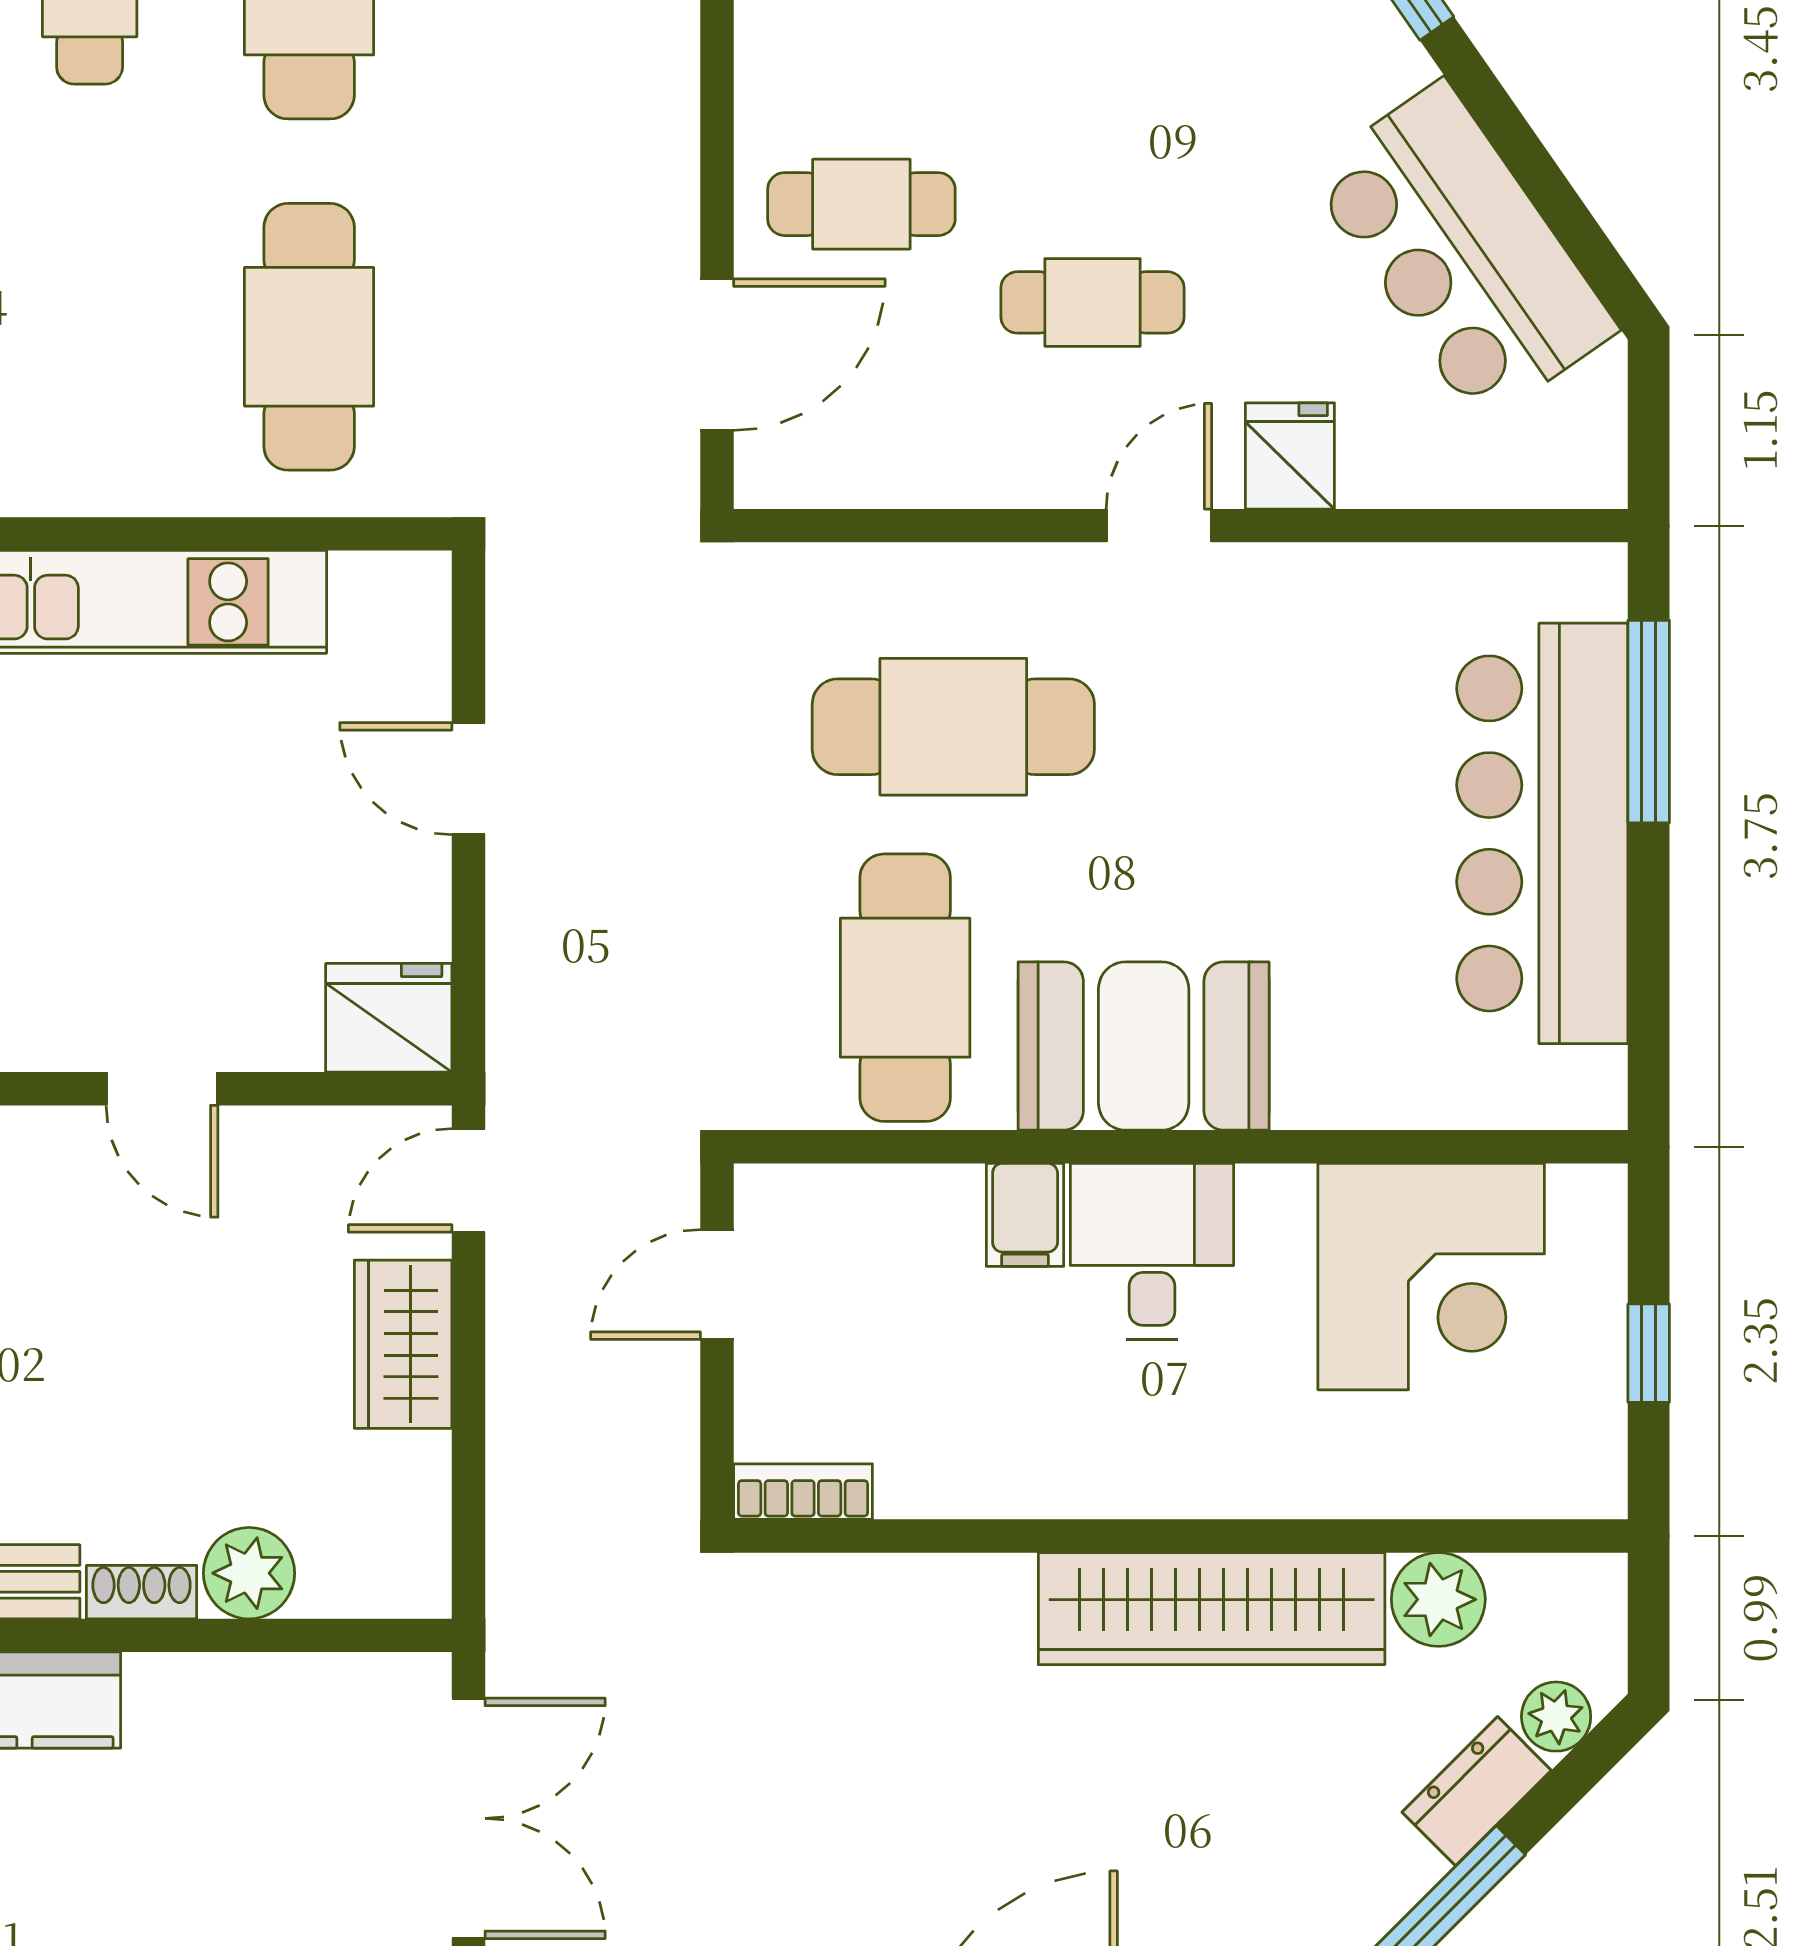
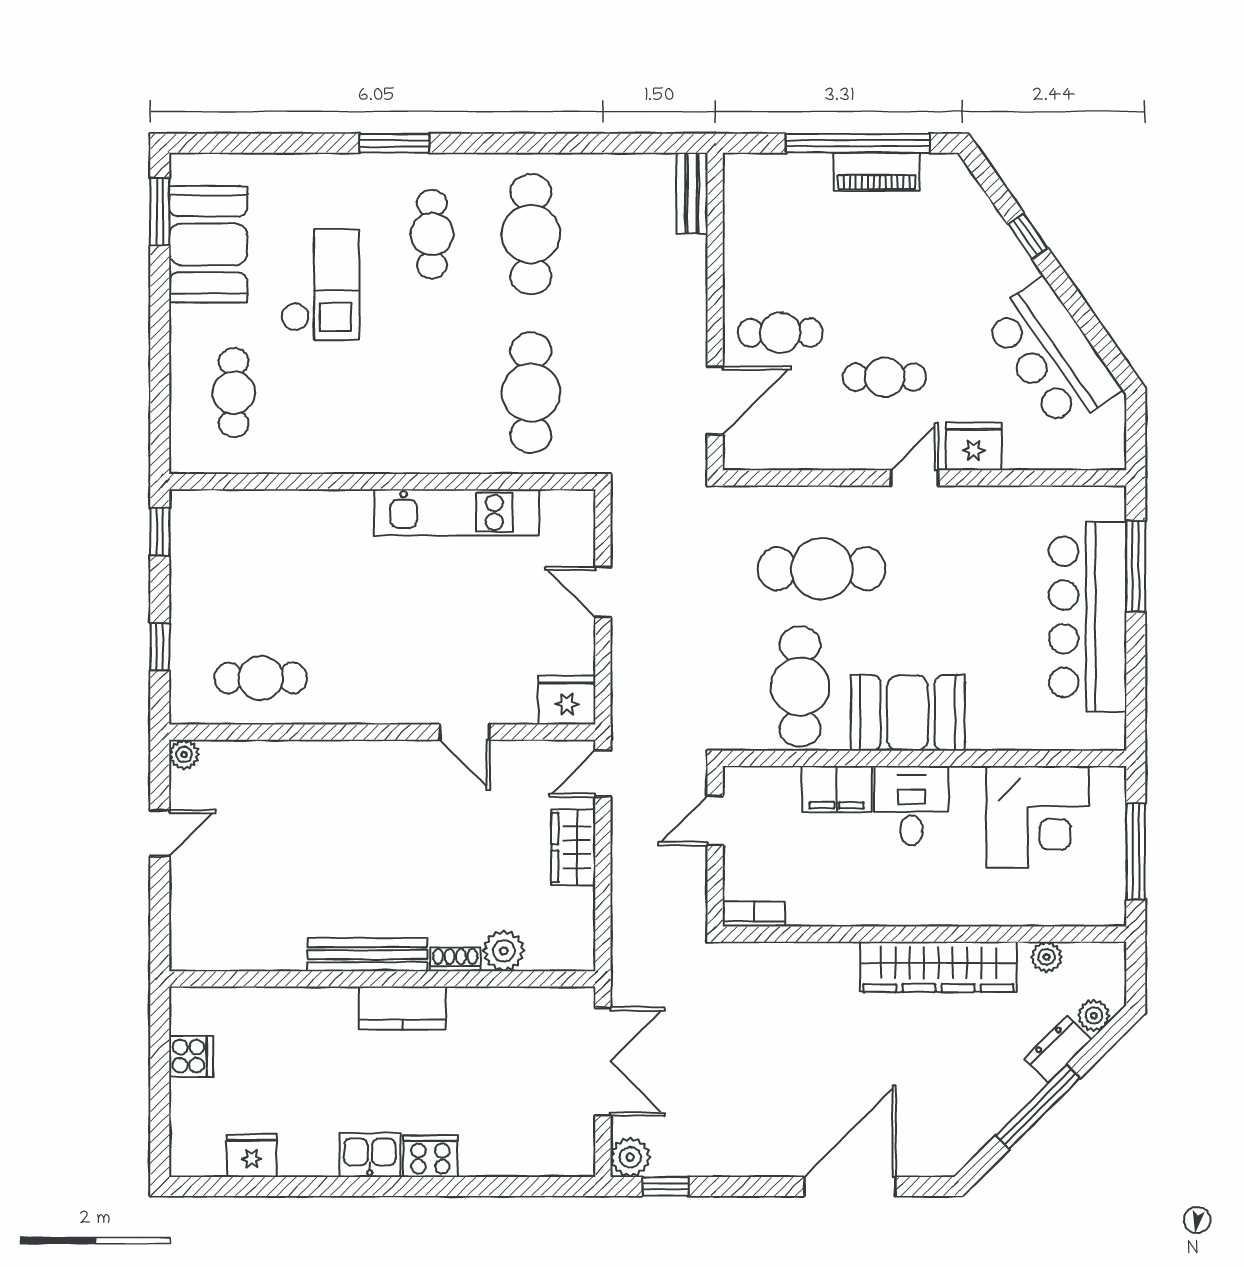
fridge: (1290, 456) -> (974, 446), width x1.38
filing cabinet: (1025, 1215) -> (837, 789), width x2.00
window: (1649, 1353) -> (1136, 851), width x2.17
plant: (1438, 1599) -> (1046, 957), width x0.73, depth x0.73

